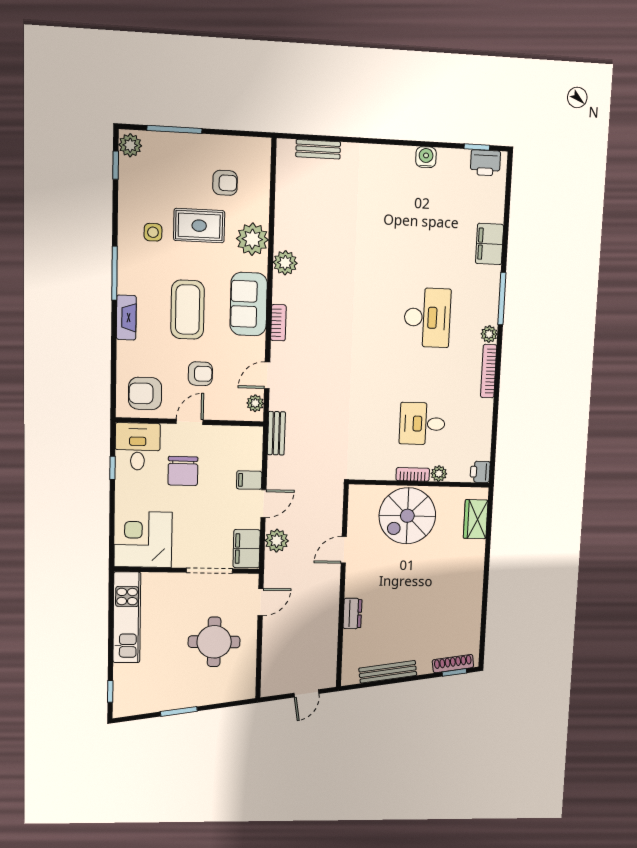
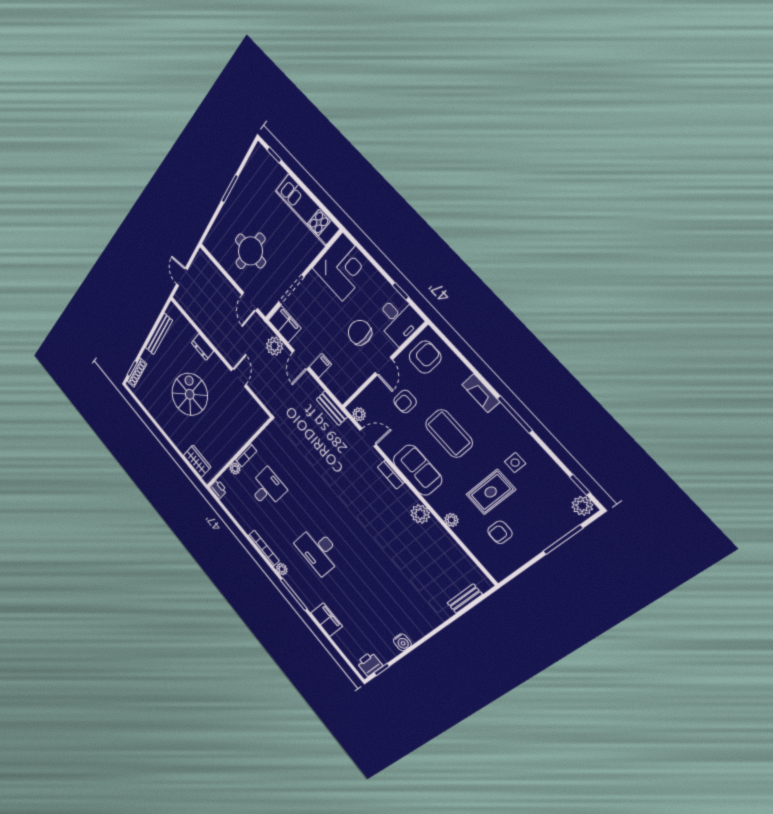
plant: (252, 239) -> (451, 520), width x0.53, depth x0.53
door: (267, 375) -> (368, 437), hinge flipped
spiral stairs: (407, 516) -> (190, 394), moved

